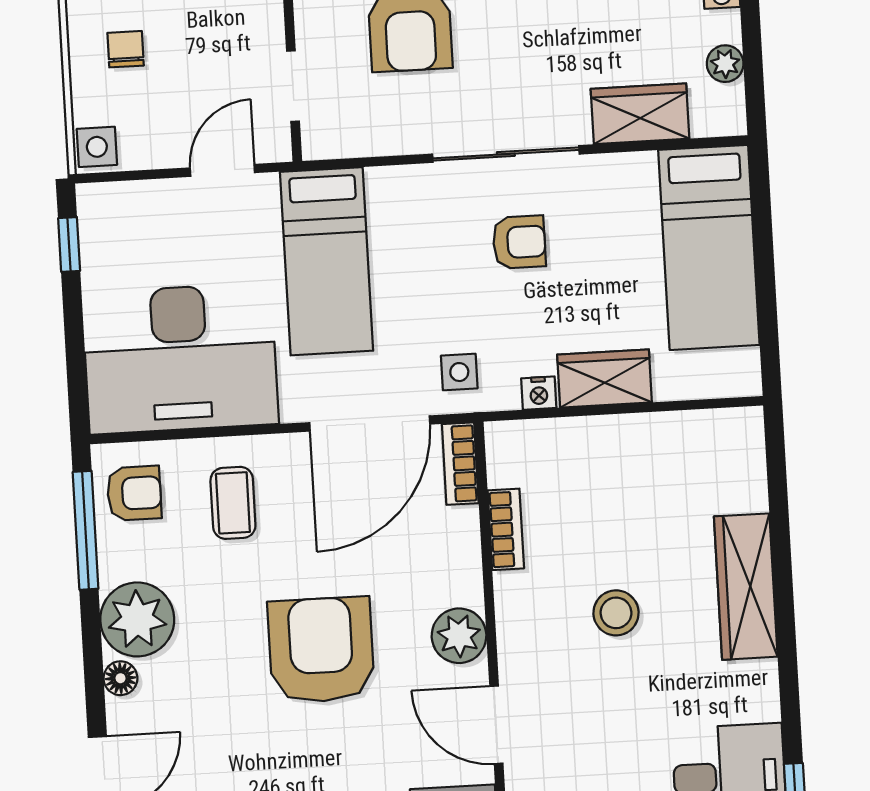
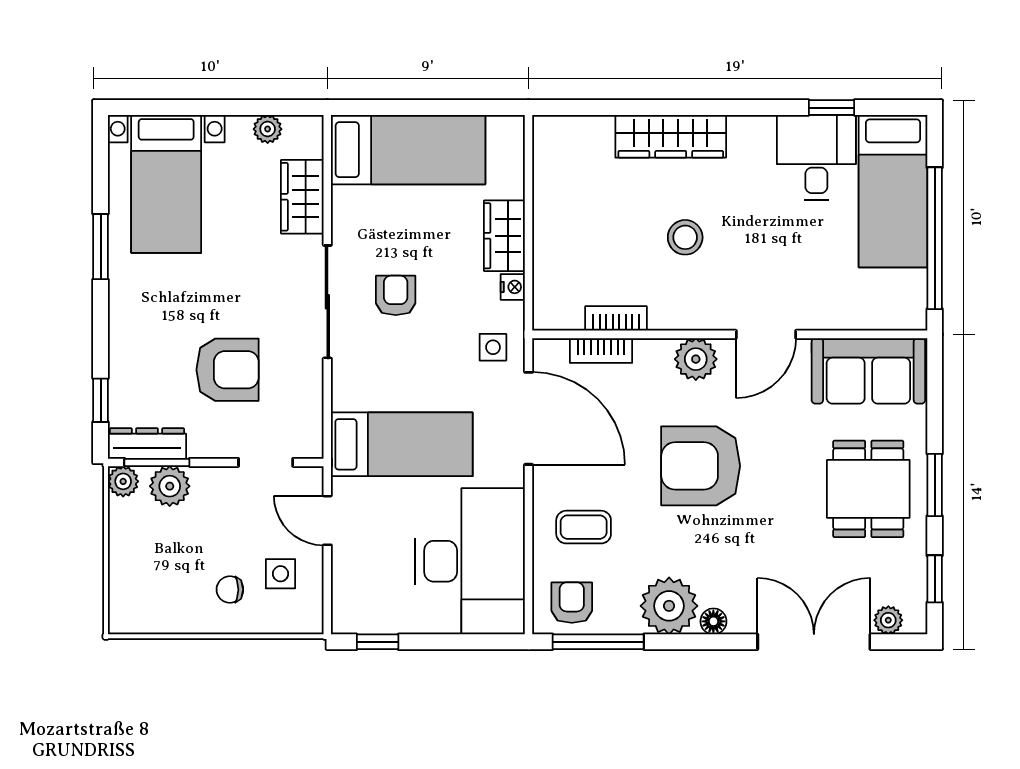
side table: (97, 147) -> (281, 574), moved
bookcase: (460, 464) -> (601, 351), moved

